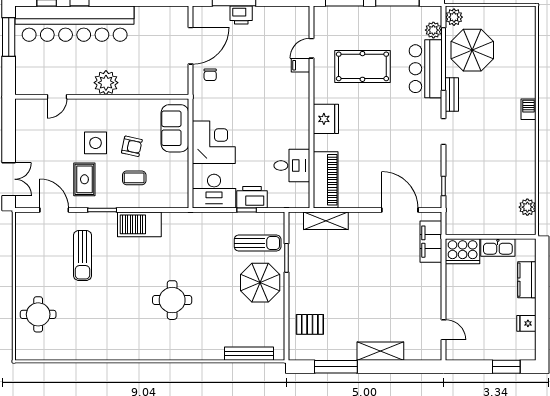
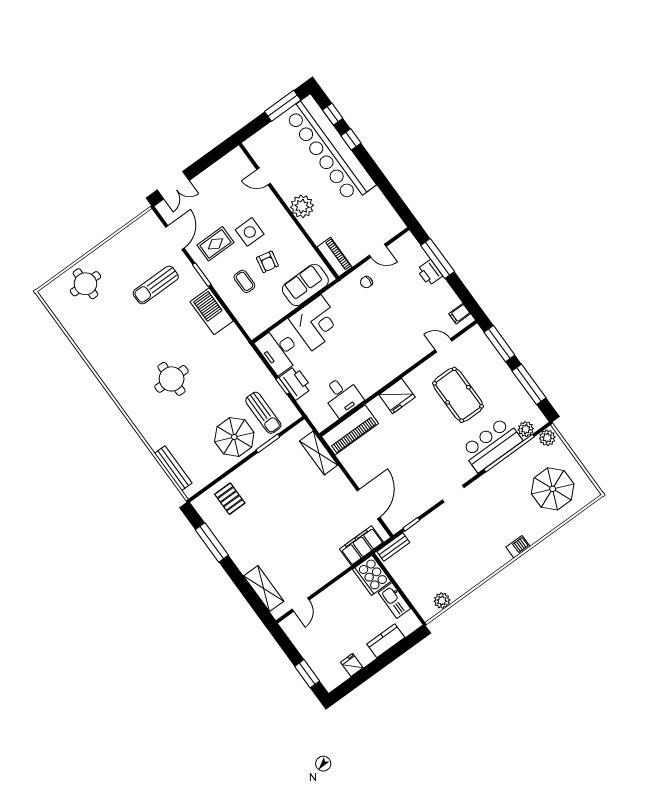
door: (191, 46) -> (378, 251), width x0.53
parasol: (472, 50) -> (553, 489), moved
filing cabinet: (301, 65) -> (460, 314), moved, turned -90
piano: (169, 86) -> (335, 257), added
bench: (452, 95) -> (393, 547), moved
shelving: (380, 351) -> (264, 589), moved

